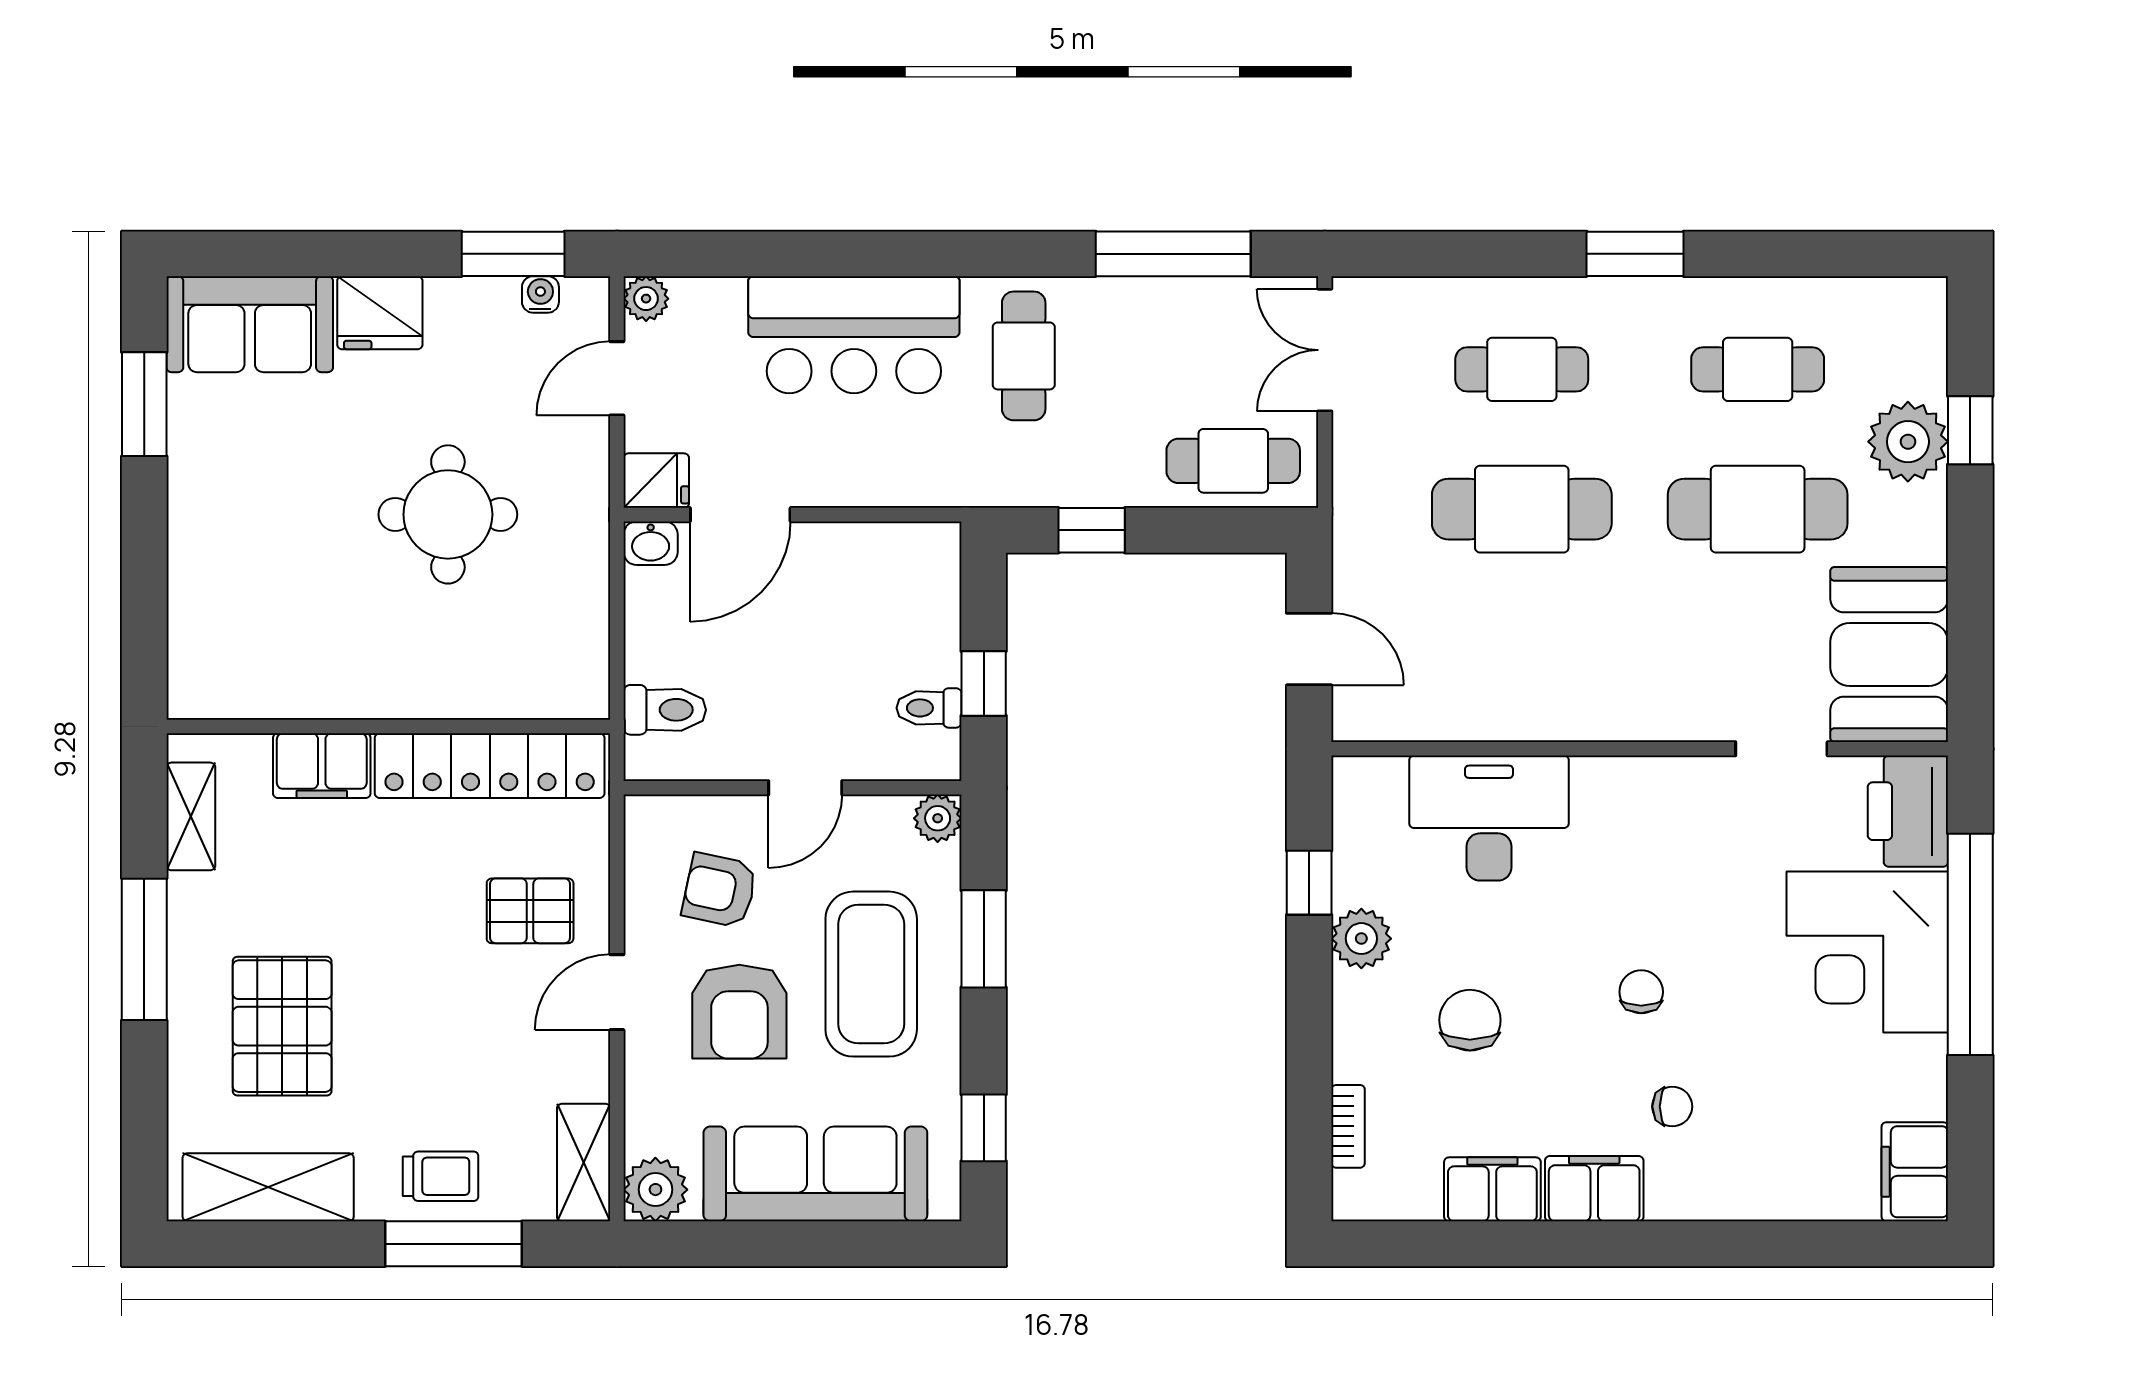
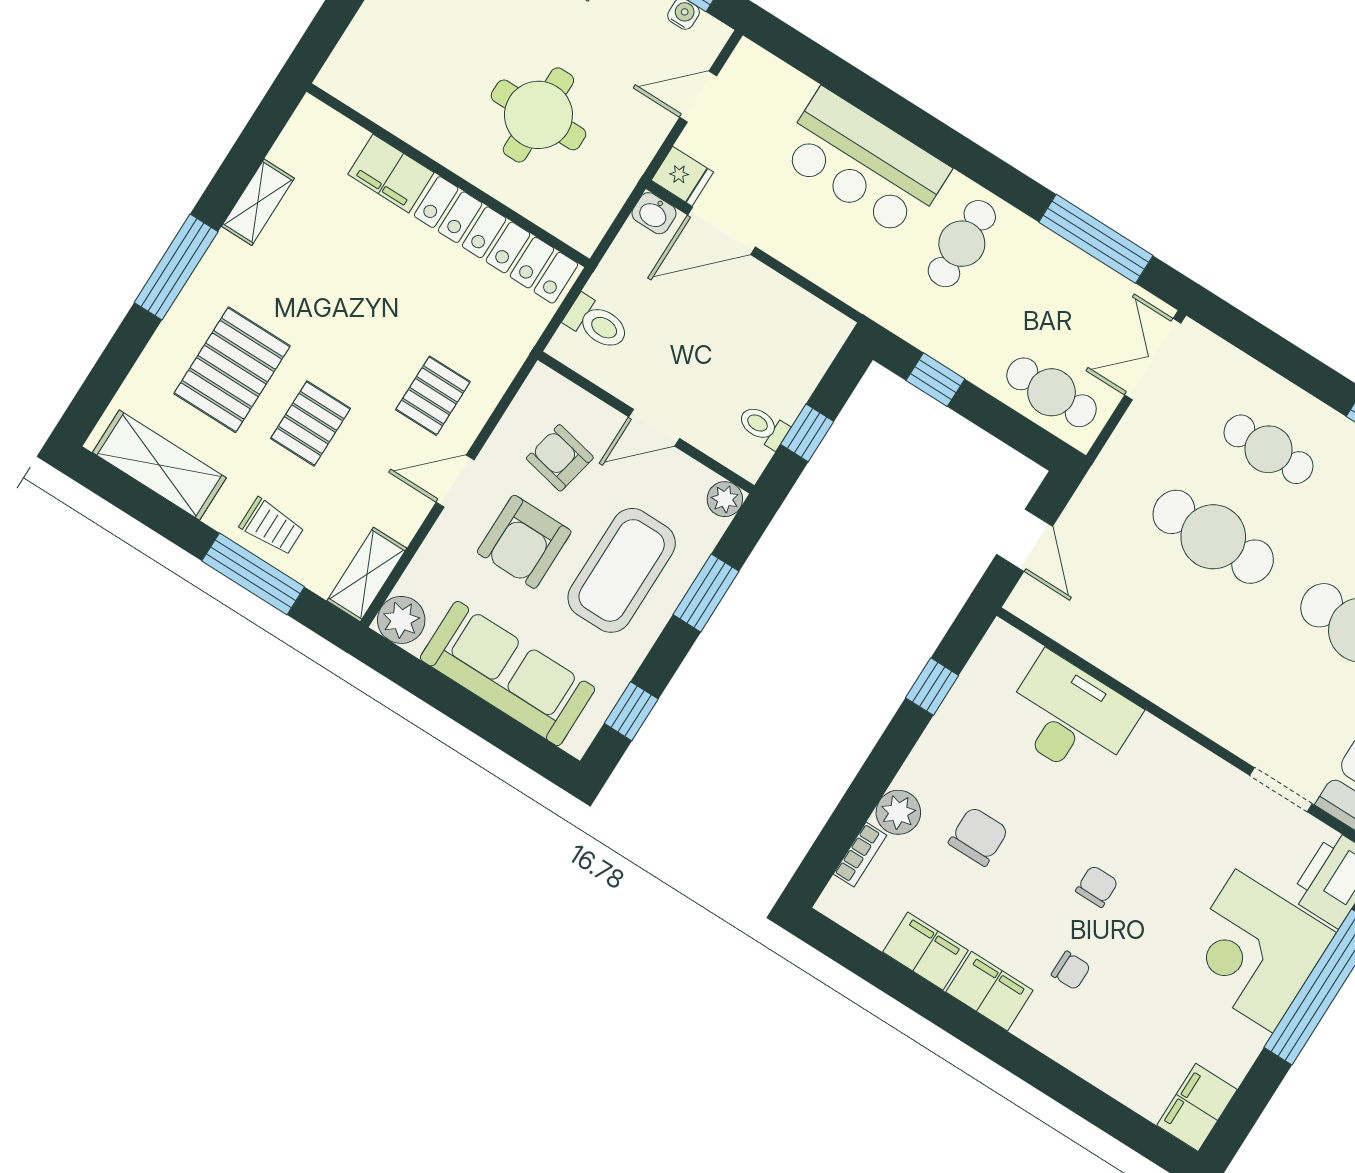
plant: (646, 299) -> (748, 58), removed
wall: (388, 726) -> (448, 175), moved
filing cabinet: (322, 766) -> (391, 173), moved
locker: (490, 766) -> (496, 240), moved
pallet: (530, 911) -> (433, 396), turned 90
plant: (1361, 939) -> (898, 812), moved
pallet: (410, 1031) -> (311, 423), added

